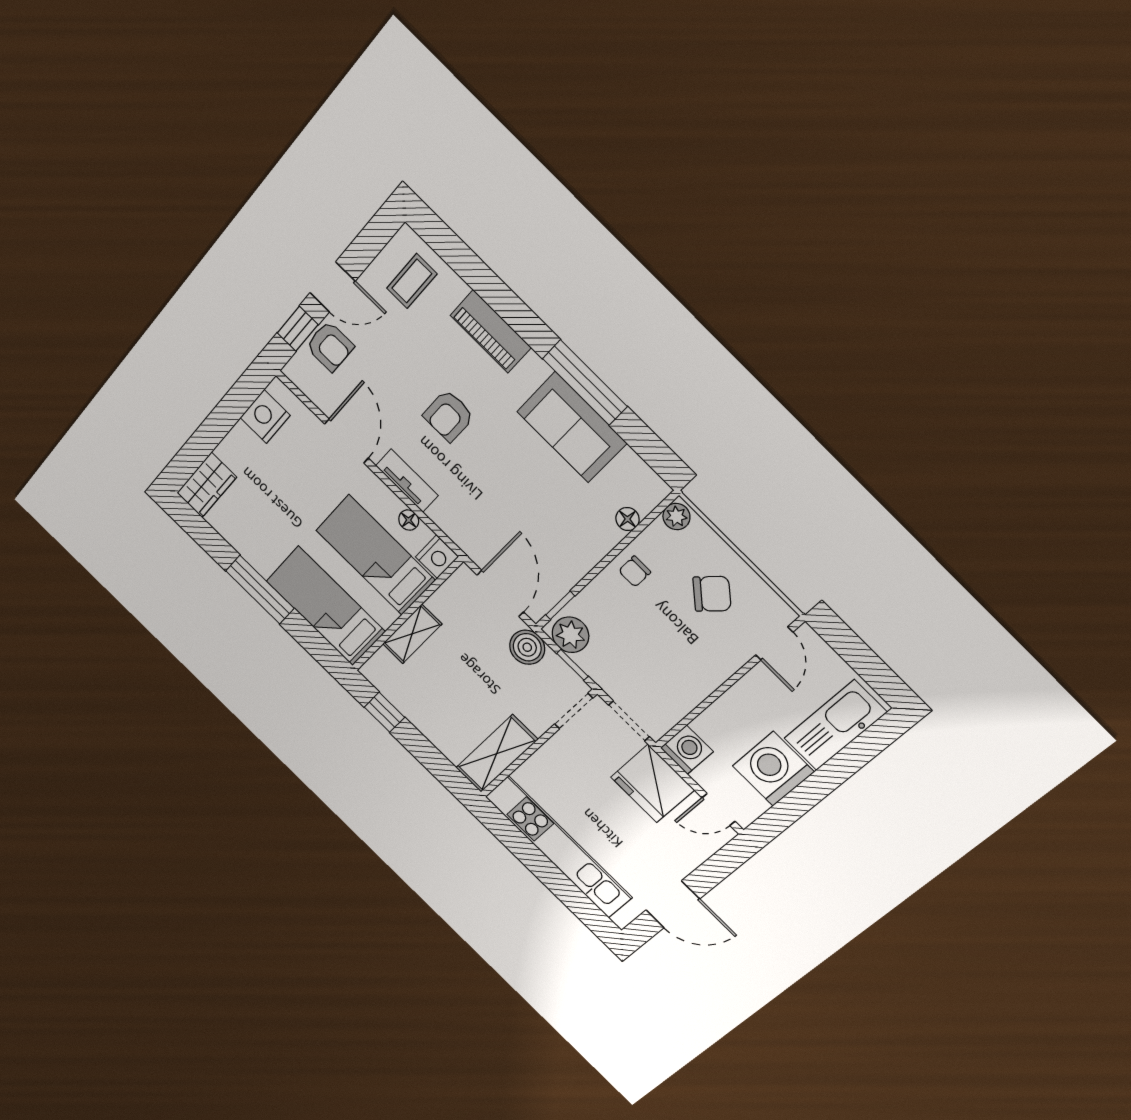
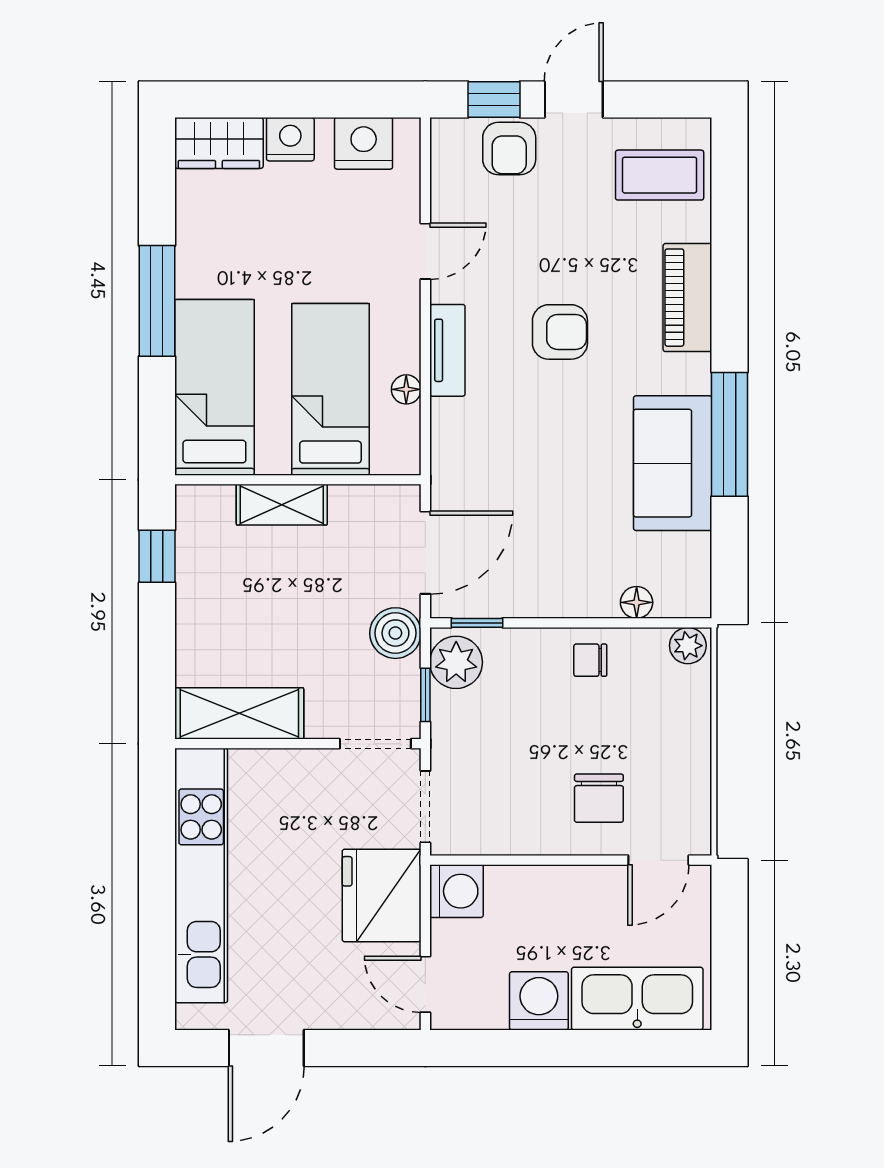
coffee table: (412, 281) -> (660, 175), width x1.36, depth x1.30
door: (333, 287) -> (574, 99), swing flipped
armchair: (449, 416) -> (560, 332), turned 180
door: (346, 441) -> (425, 251), width x0.73
nightstand: (437, 557) -> (290, 139), moved, turned 180
chair: (712, 594) -> (599, 798), moved, turned 49
washing machine: (773, 769) -> (539, 1001), width x0.73, depth x0.73
door: (673, 904) -> (266, 1048), hinge flipped

